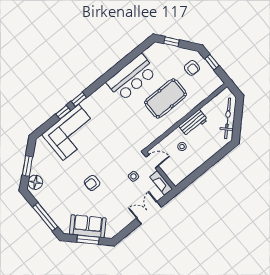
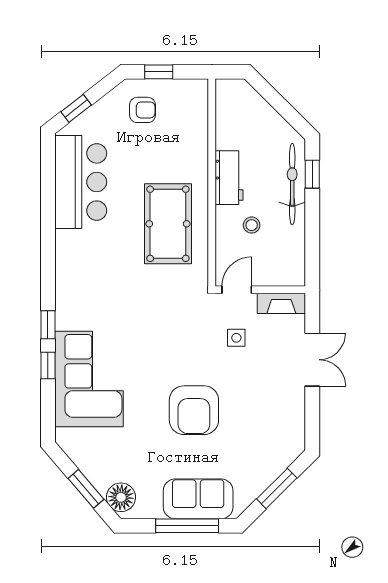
bar counter: (132, 77) -> (81, 182), moved
pool table: (166, 98) -> (168, 224), moved
bicycle: (228, 118) -> (292, 184), moved, turned 45
window: (221, 154) -> (312, 174), added
armchair: (92, 183) -> (194, 410), width x1.88, depth x1.88
double door: (149, 213) -> (312, 360), swing flipped
sofa: (88, 226) -> (198, 499), moved, turned 45

